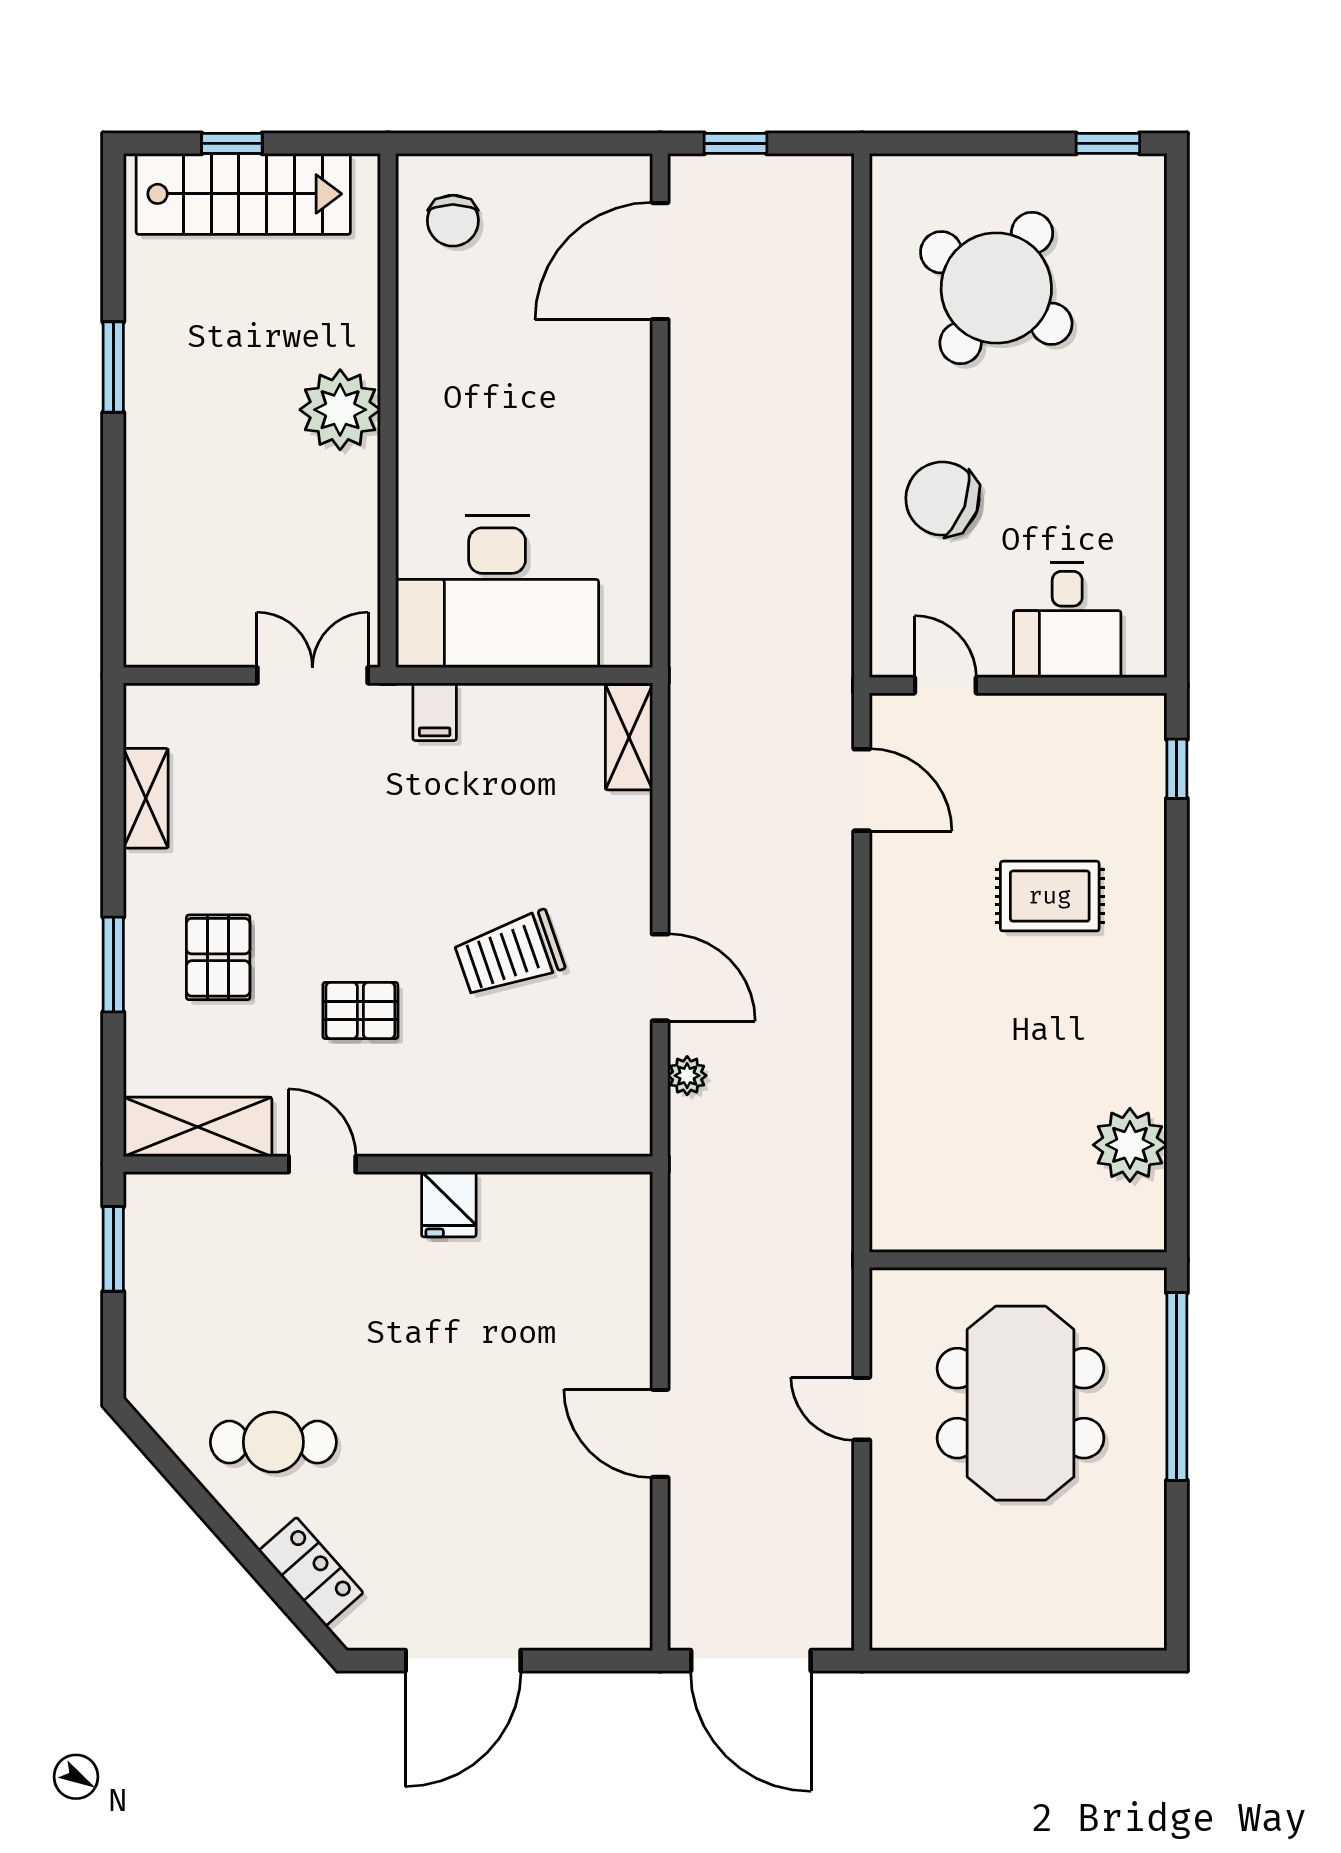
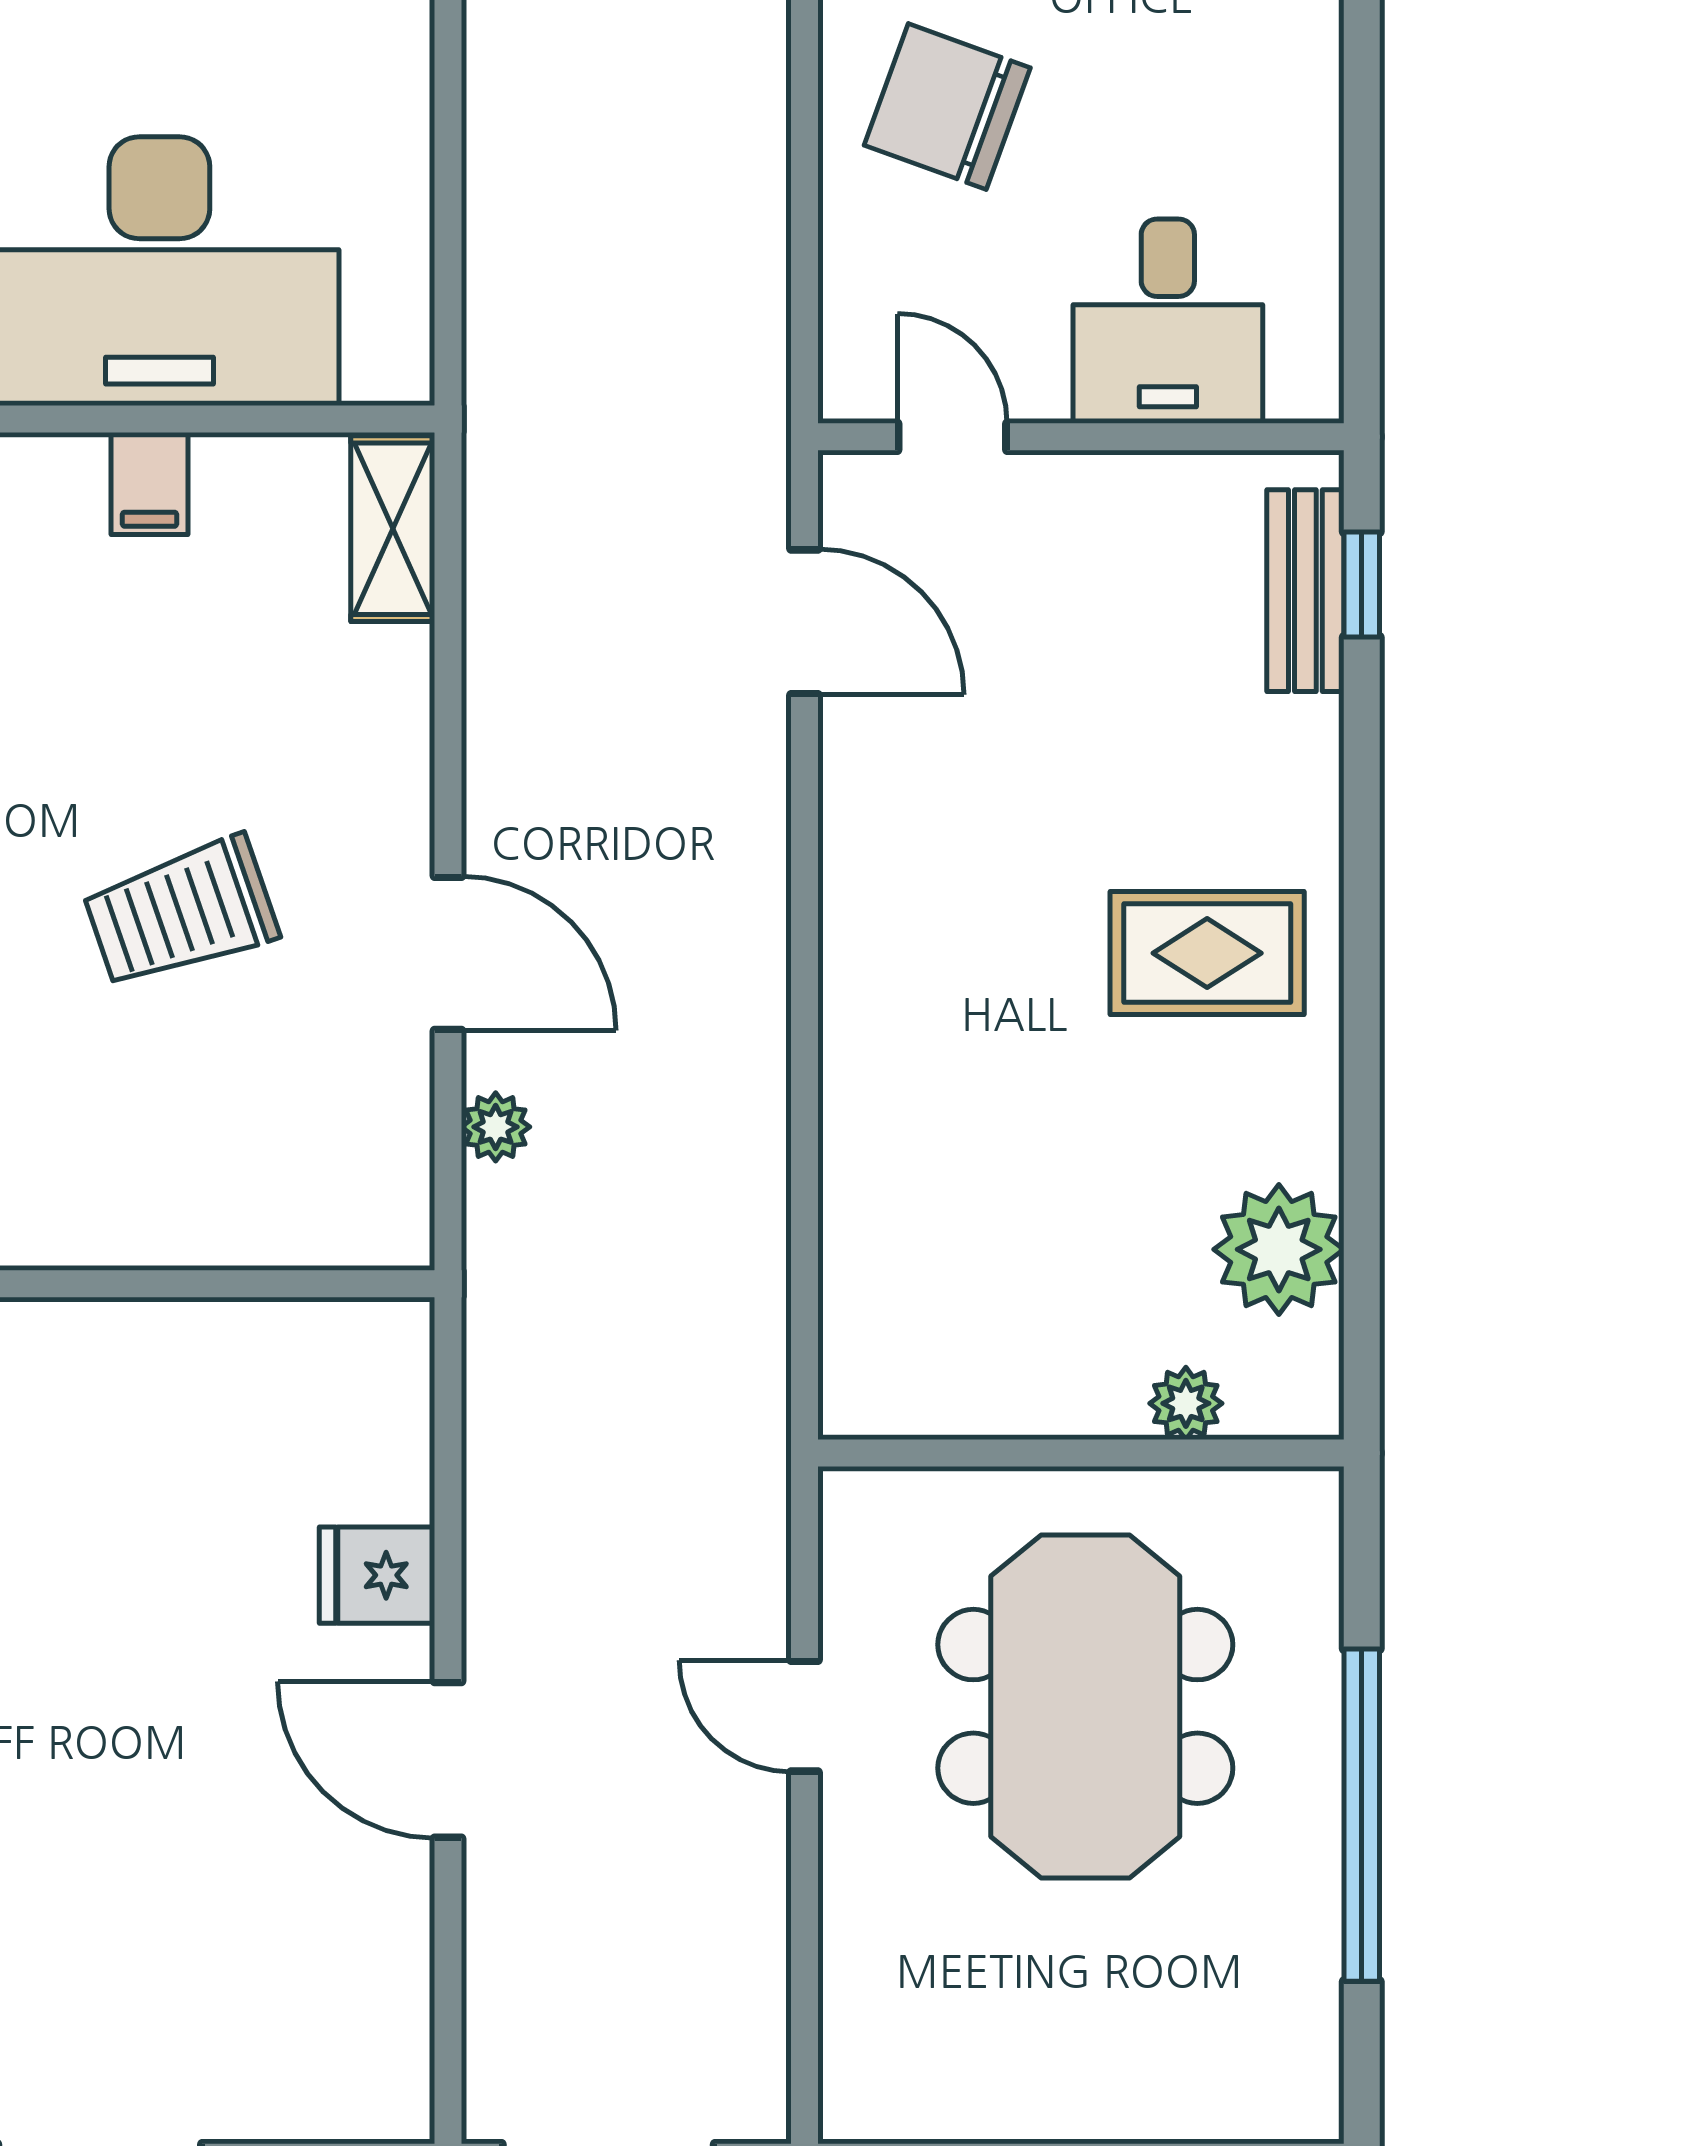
filing cabinet: (435, 712) -> (150, 483), moved
bench: (1145, 772) -> (1305, 591), added
rug: (1050, 896) -> (1207, 953), moved
fridge: (449, 1204) -> (377, 1575), moved, turned 90
plant: (1077, 1232) -> (1186, 1403), added
window: (1177, 1387) -> (1362, 1815), moved

